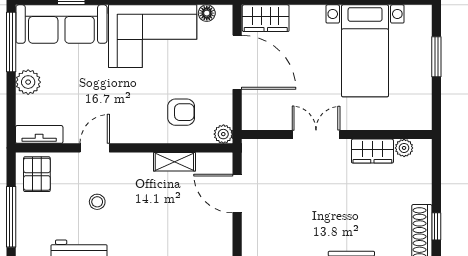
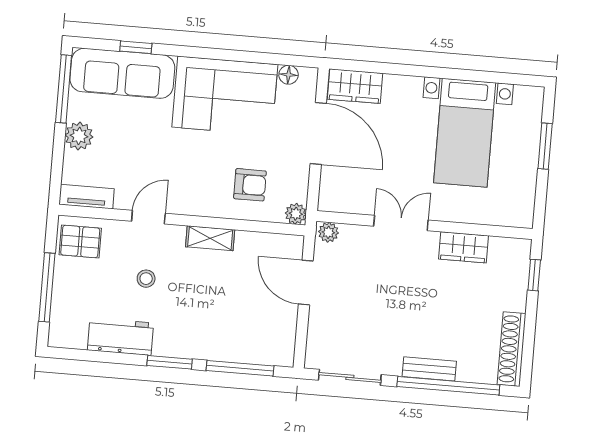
plant: (404, 148) -> (328, 232), moved
shelving: (174, 162) -> (210, 238), moved
pallet: (37, 174) -> (80, 241), turned 90
window: (436, 226) -> (534, 275), moved

